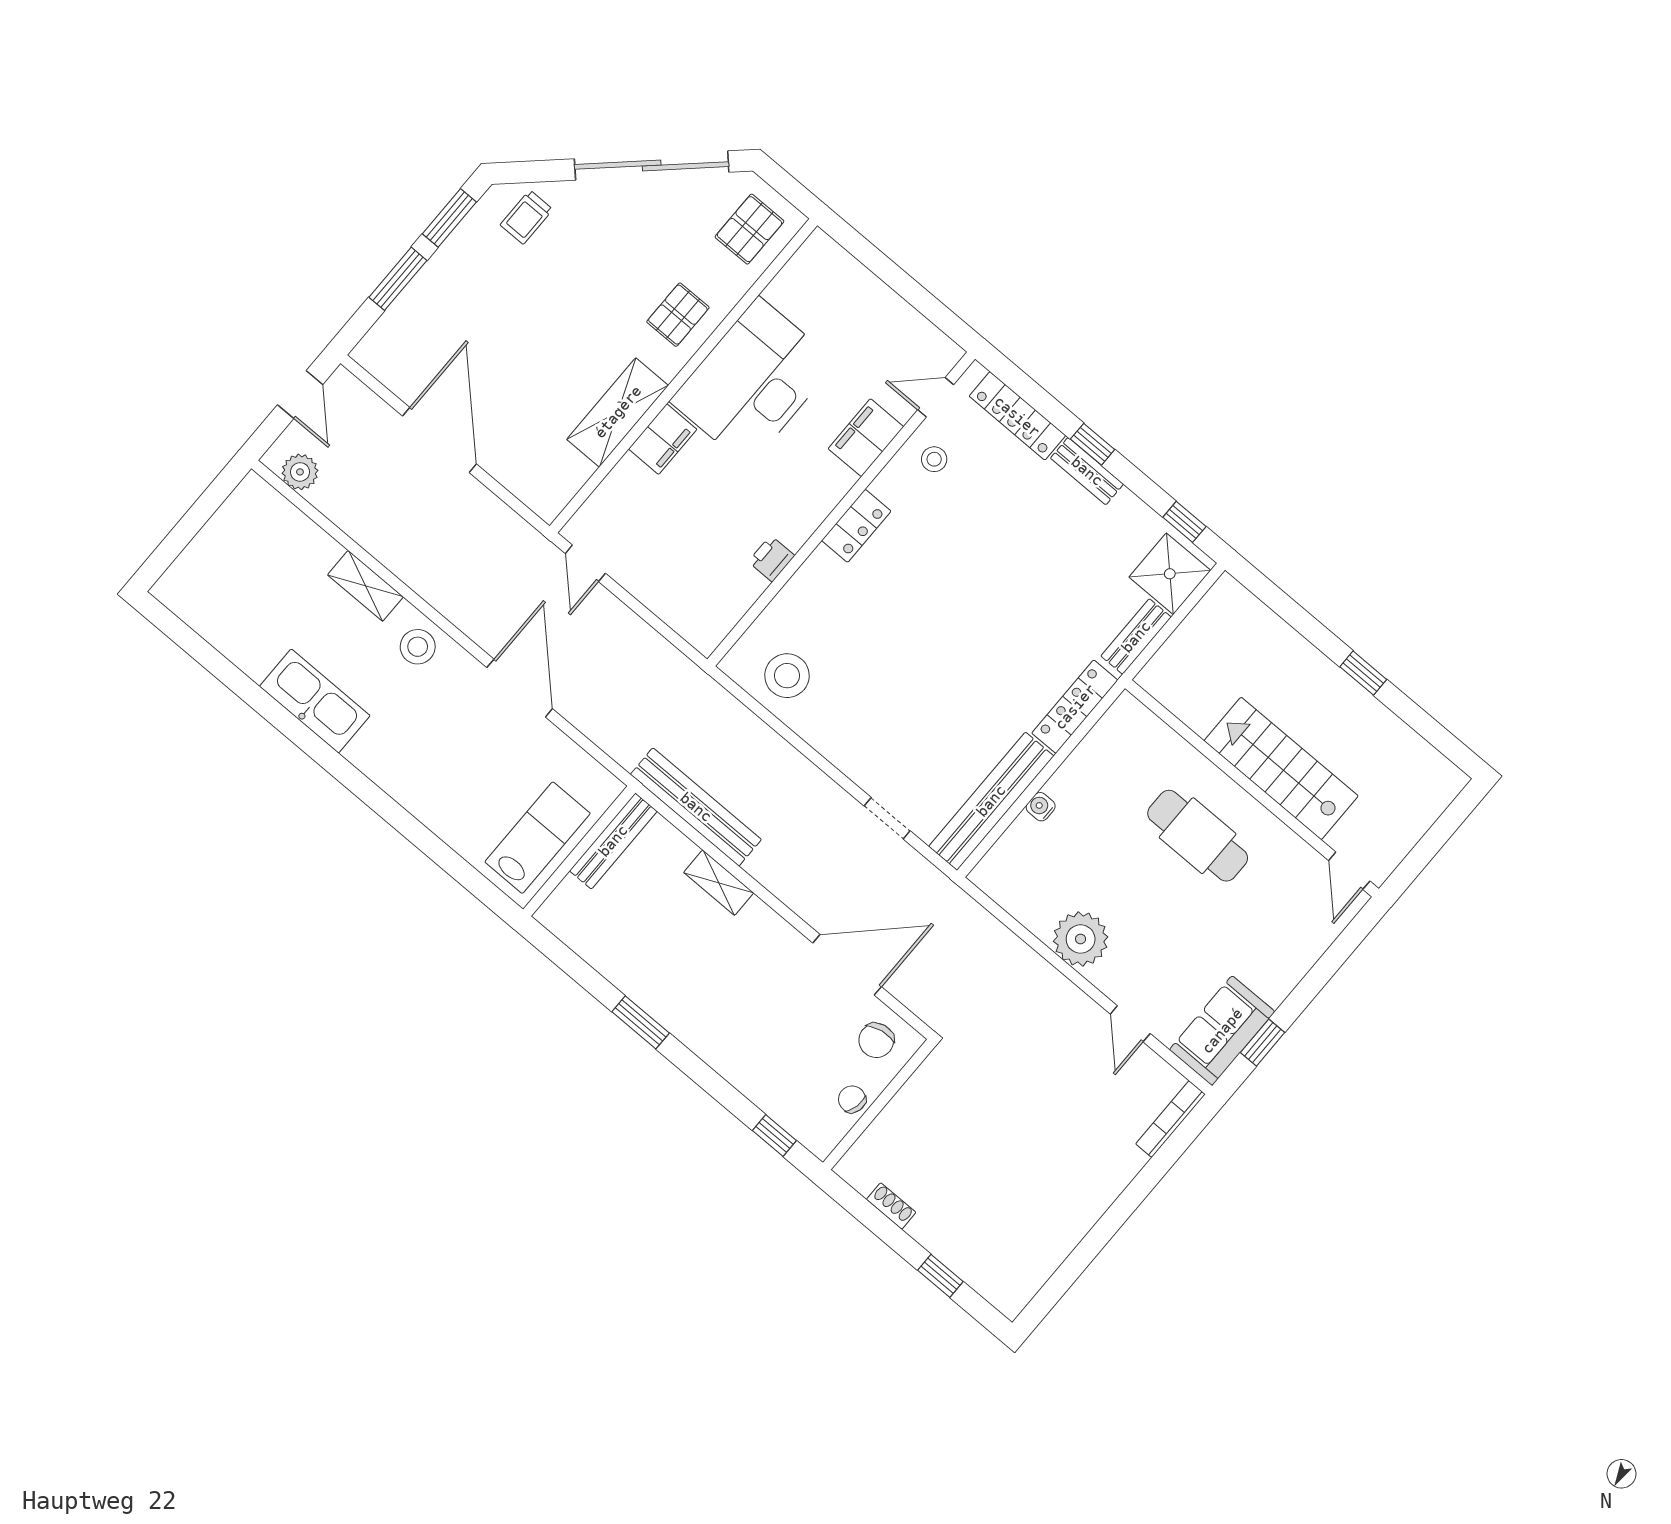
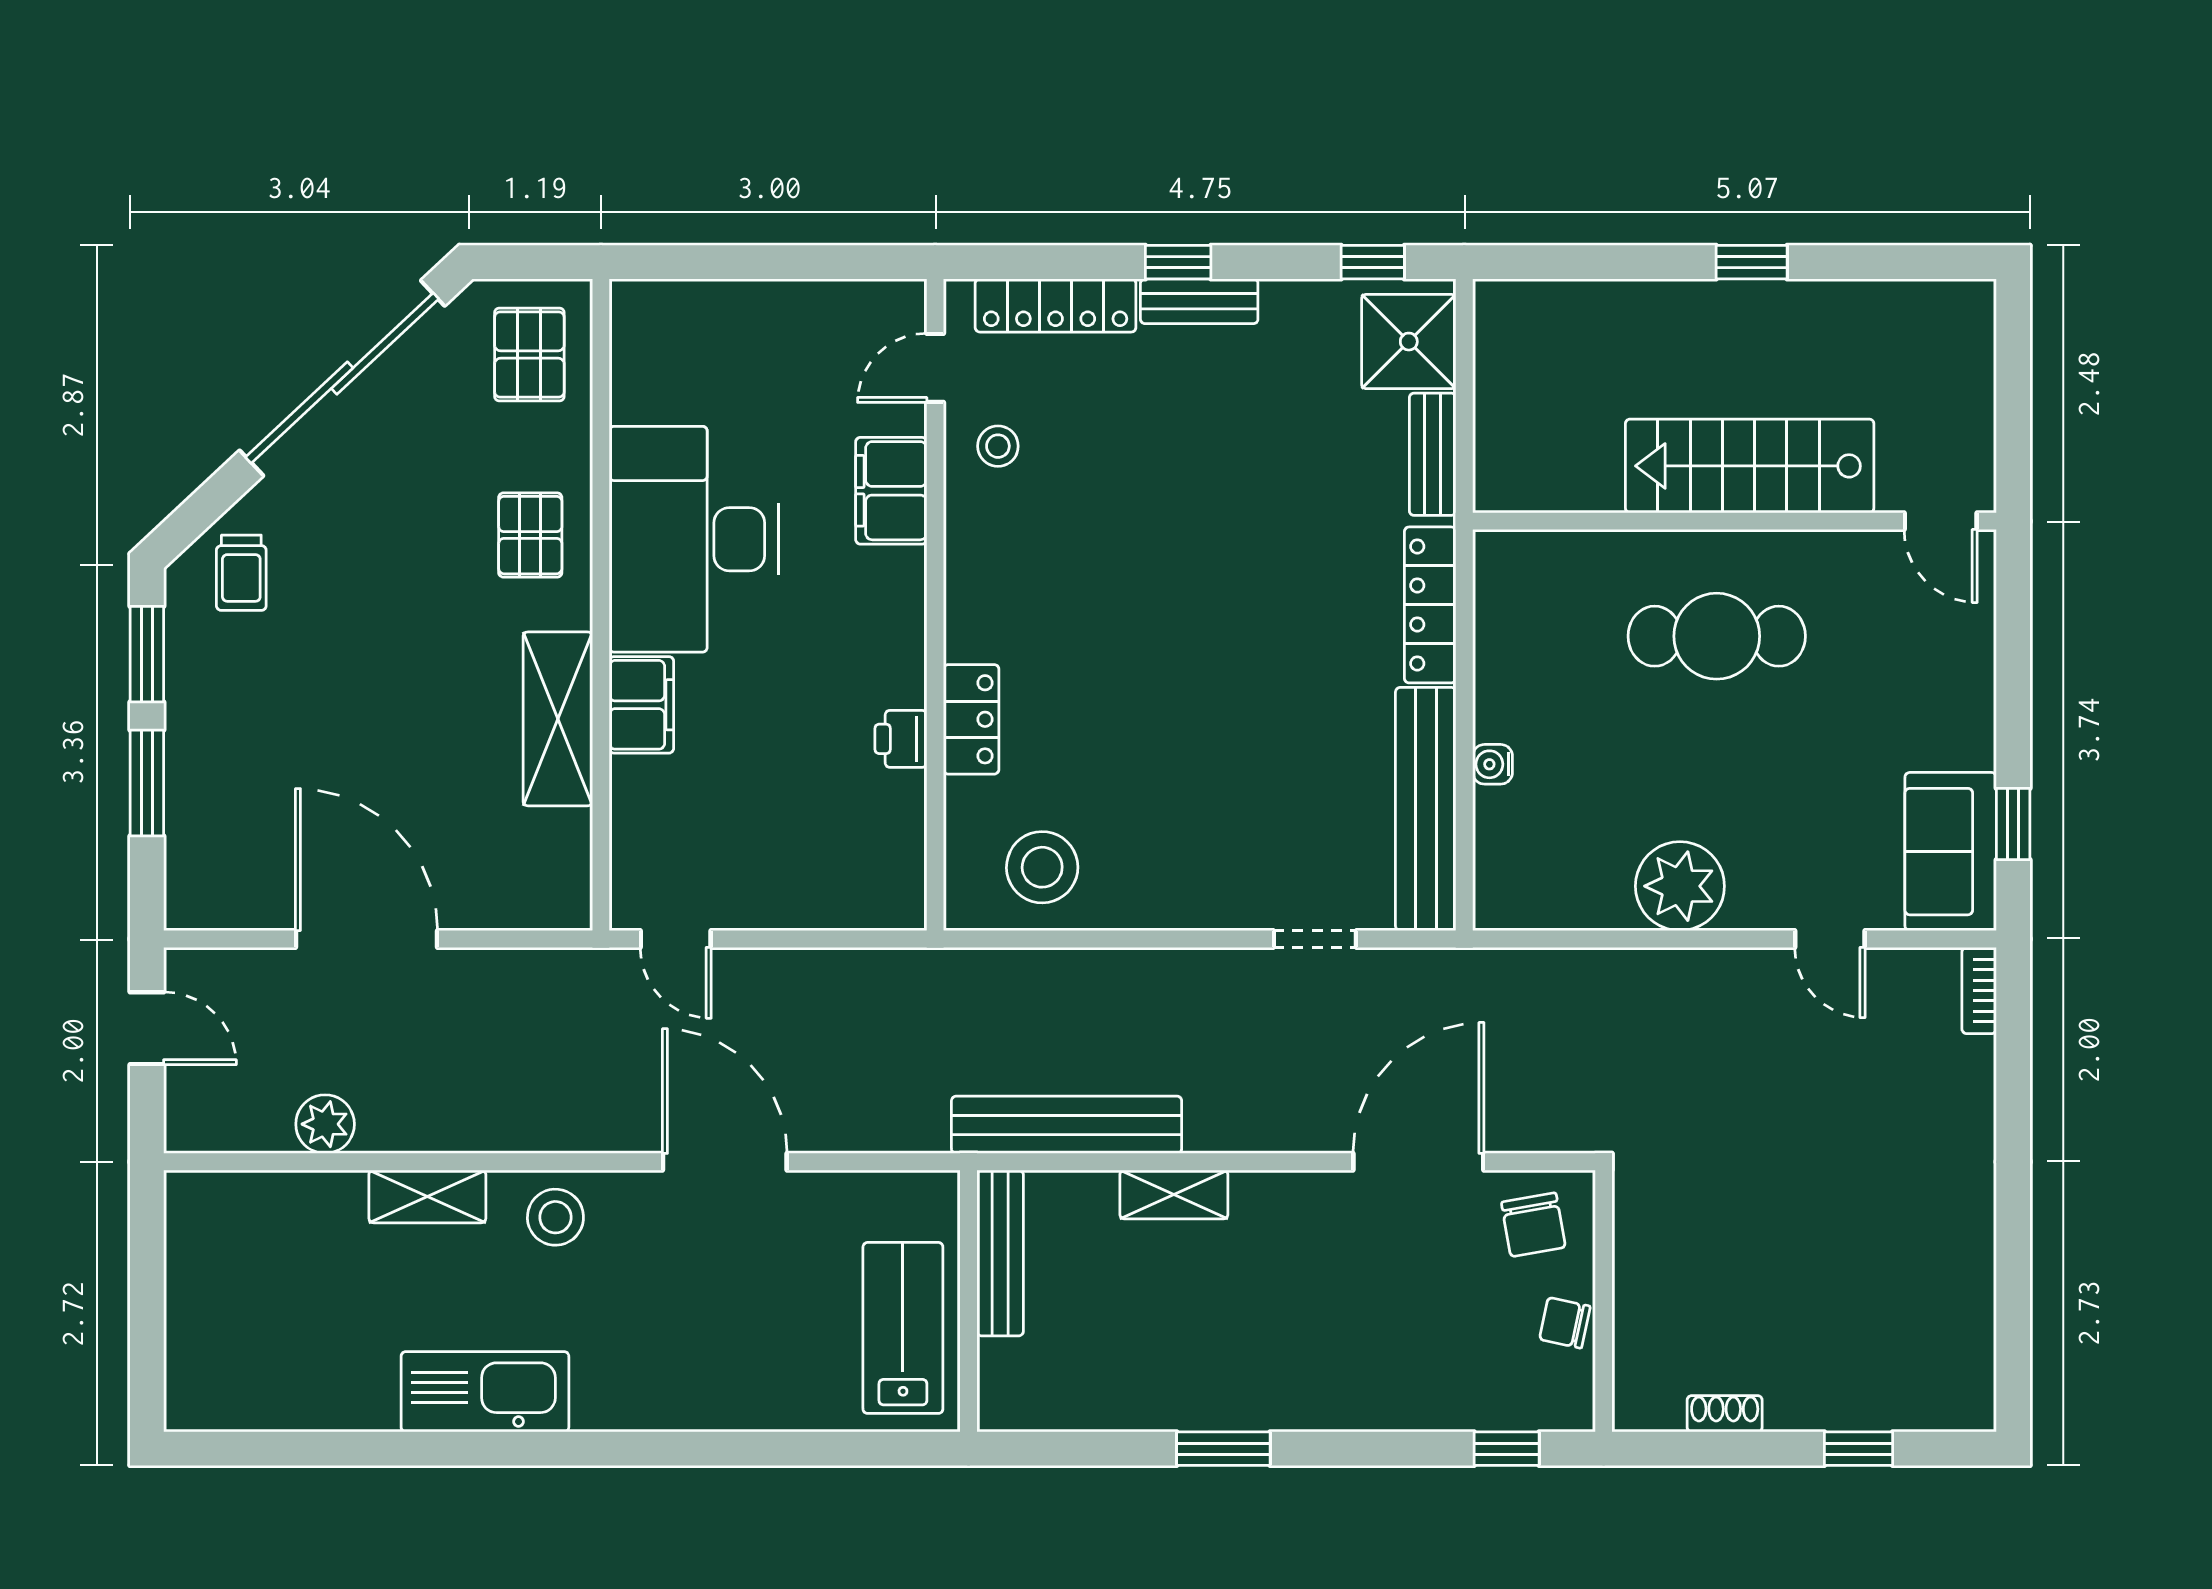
plant: (300, 472) -> (325, 1124), moved
locker: (856, 526) -> (971, 719), moved
bookcase: (1170, 1119) -> (1979, 990), width x0.64

